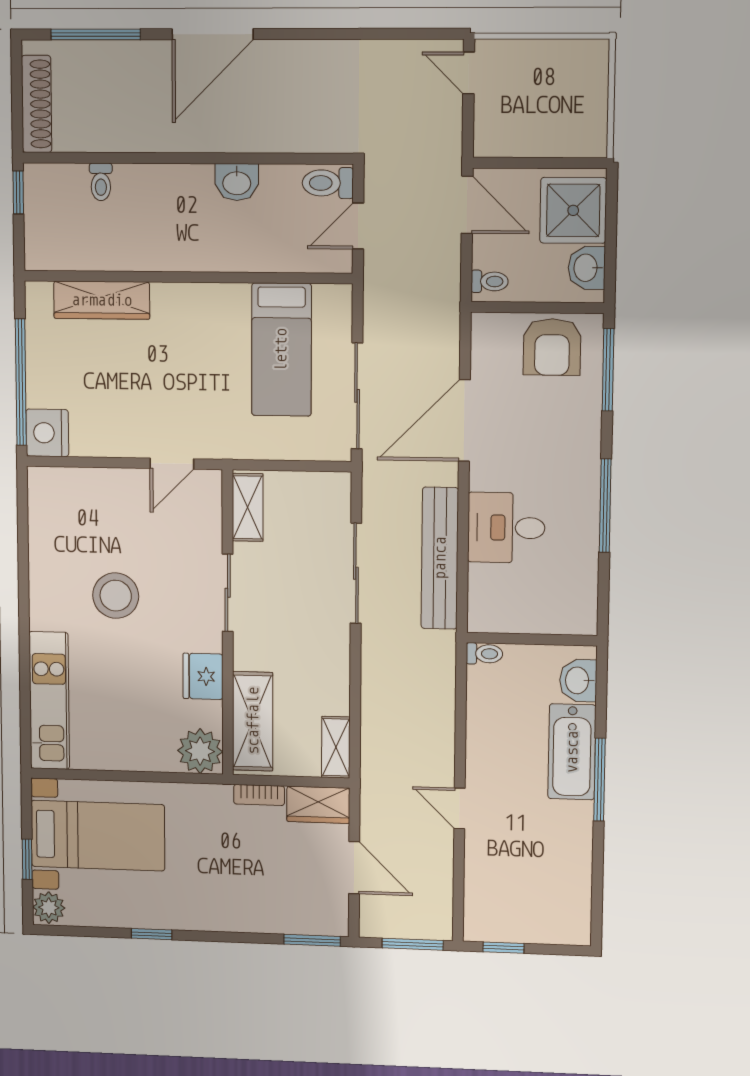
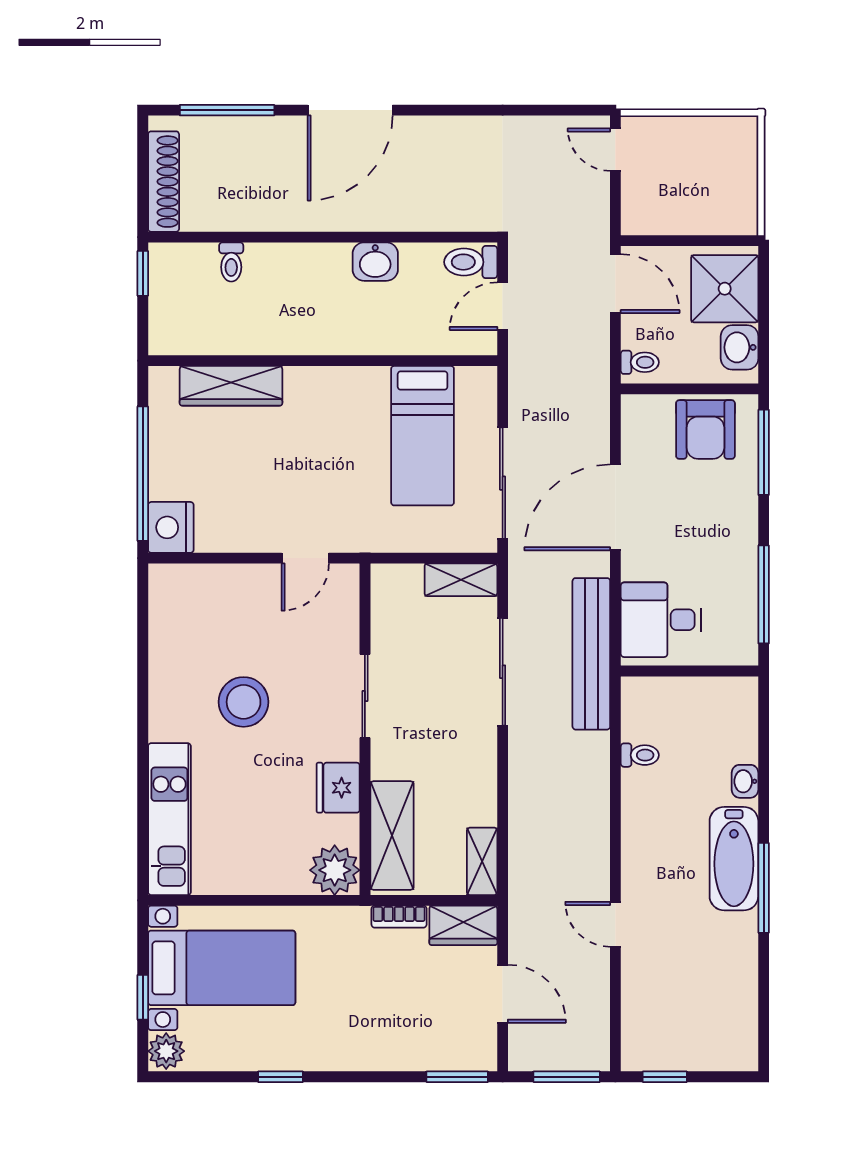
shelving: (248, 507) -> (461, 580), moved, turned 90
wall: (532, 639) -> (690, 671), moved
washbasin: (578, 680) -> (745, 781), width x0.72, depth x0.69

